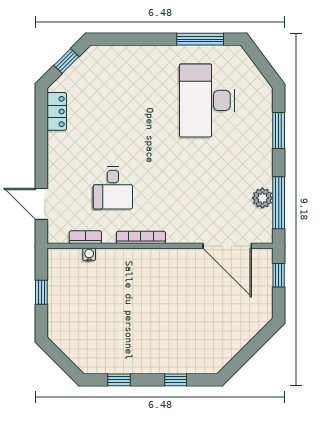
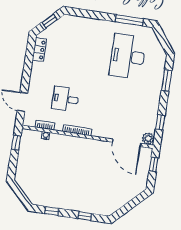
desk: (113, 188) -> (65, 99), turned 90
plant: (262, 198) -> (148, 139), moved
window: (279, 203) -> (160, 122), width x0.46
window: (41, 292) -> (16, 143), moved

